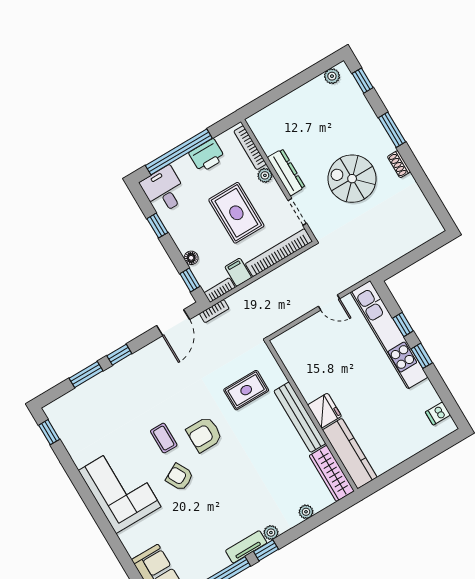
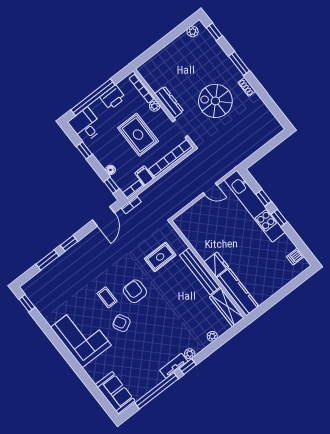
armchair: (204, 434) -> (135, 291), turned 90

